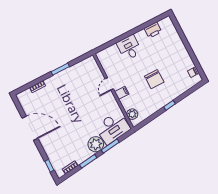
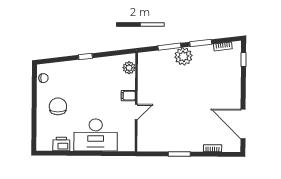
desk: (129, 48) -> (96, 135), width x1.87, depth x1.30
chair: (154, 79) -> (58, 106), moved
door: (30, 128) -> (243, 124), moved
desk: (113, 128) -> (157, 64), removed

